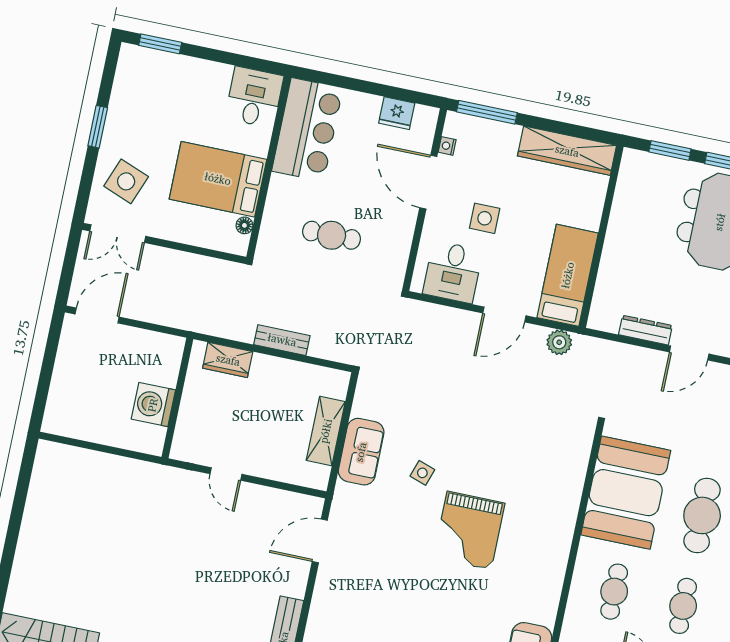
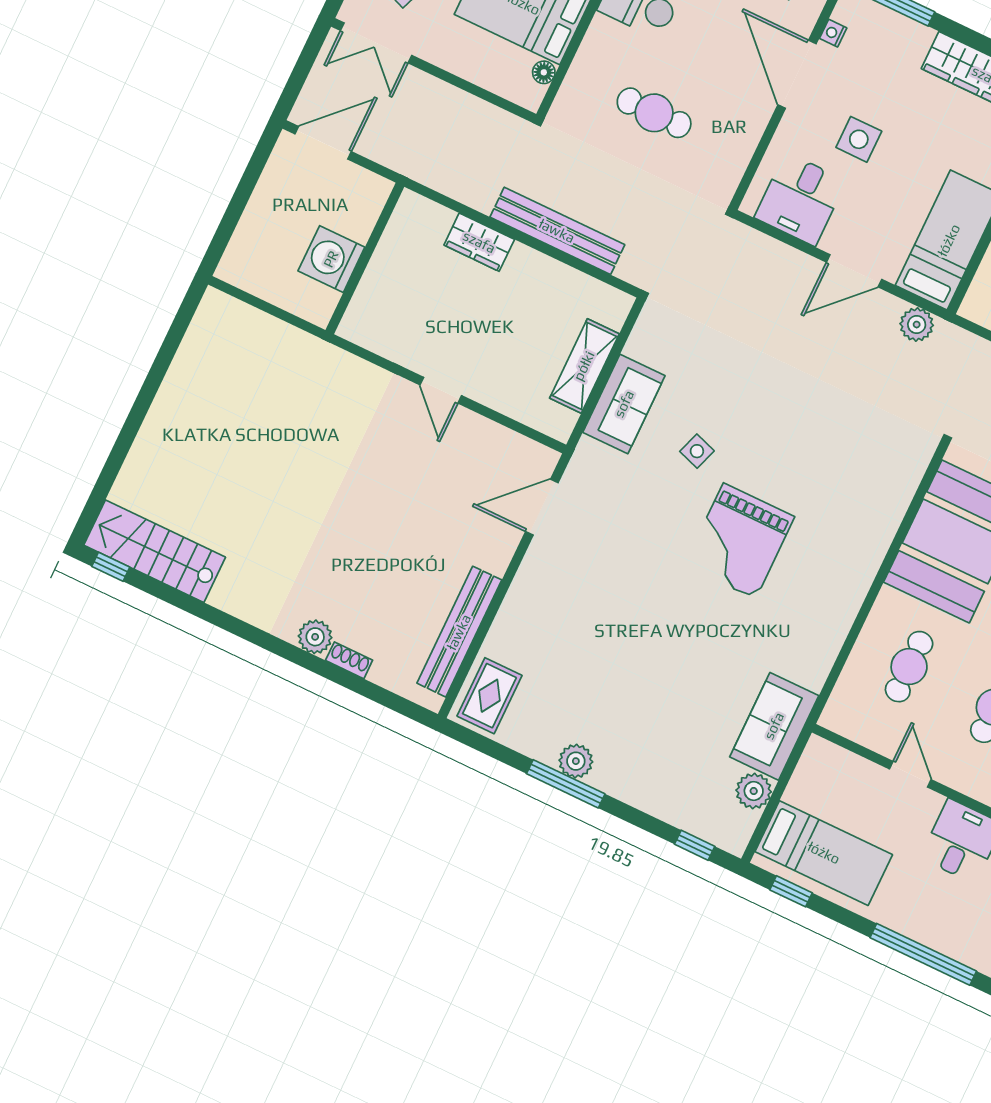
bench: (282, 340) -> (557, 231), width x1.86, depth x1.21
wall: (177, 398) -> (365, 258), moved
washing machine: (153, 405) -> (331, 259), moved

